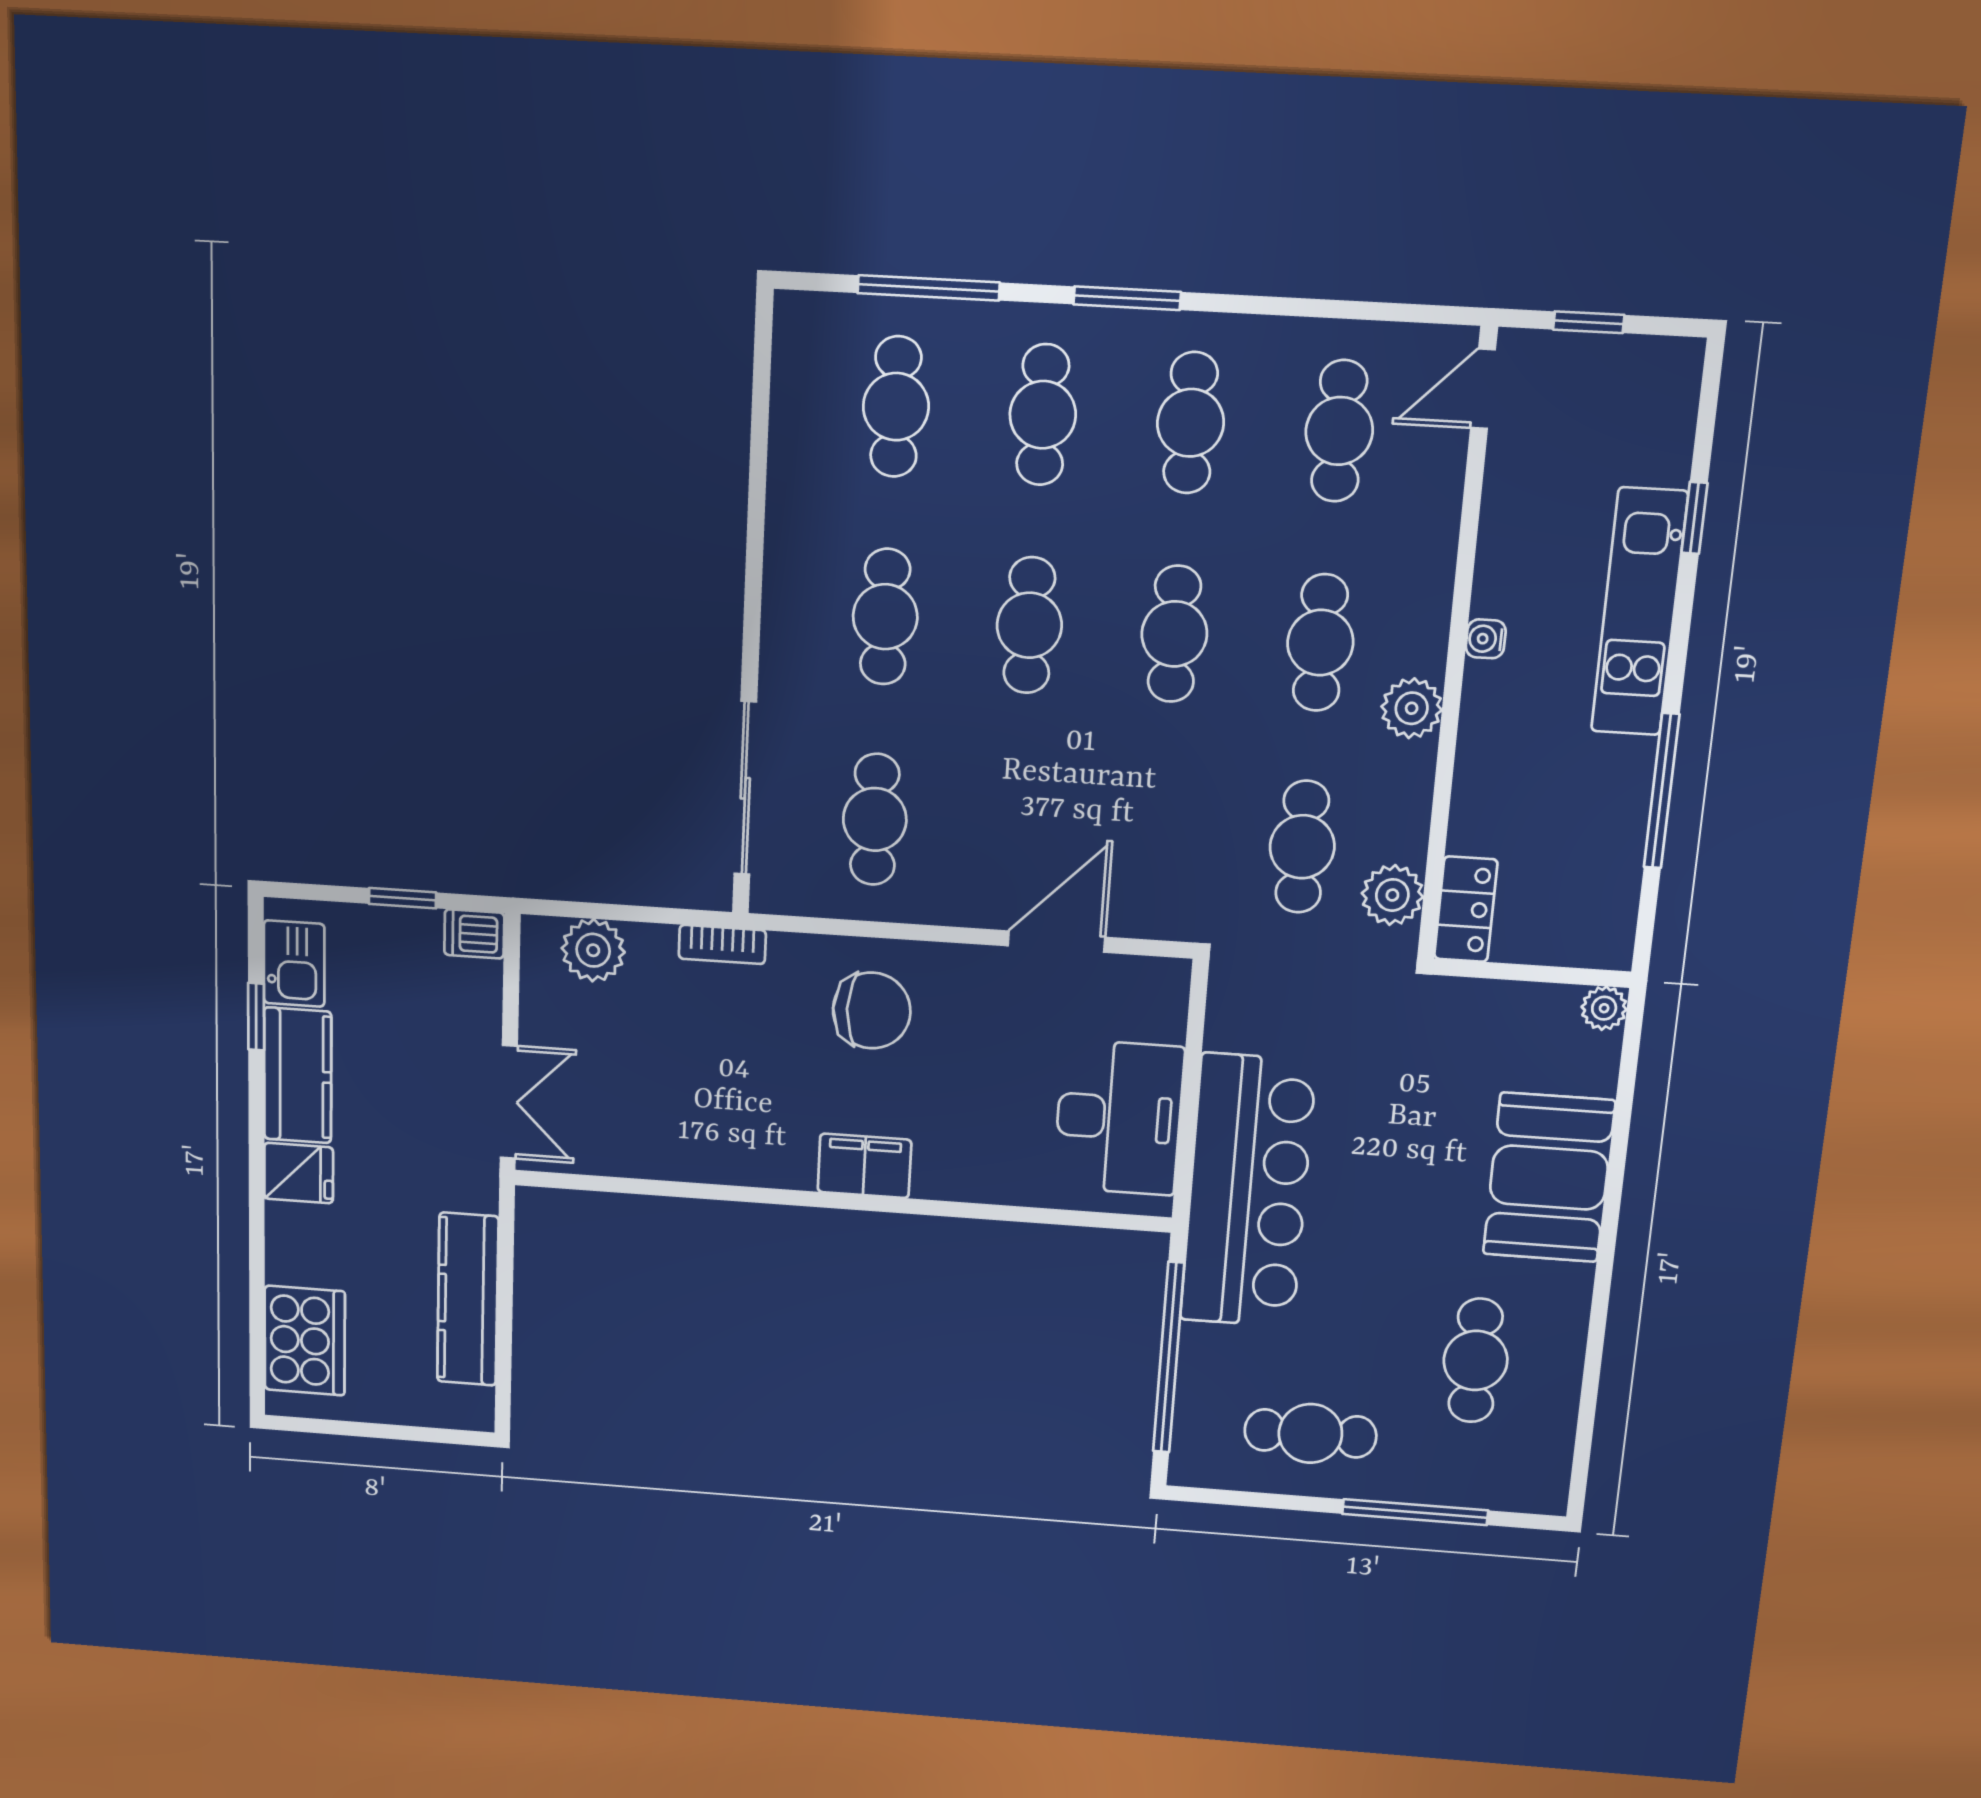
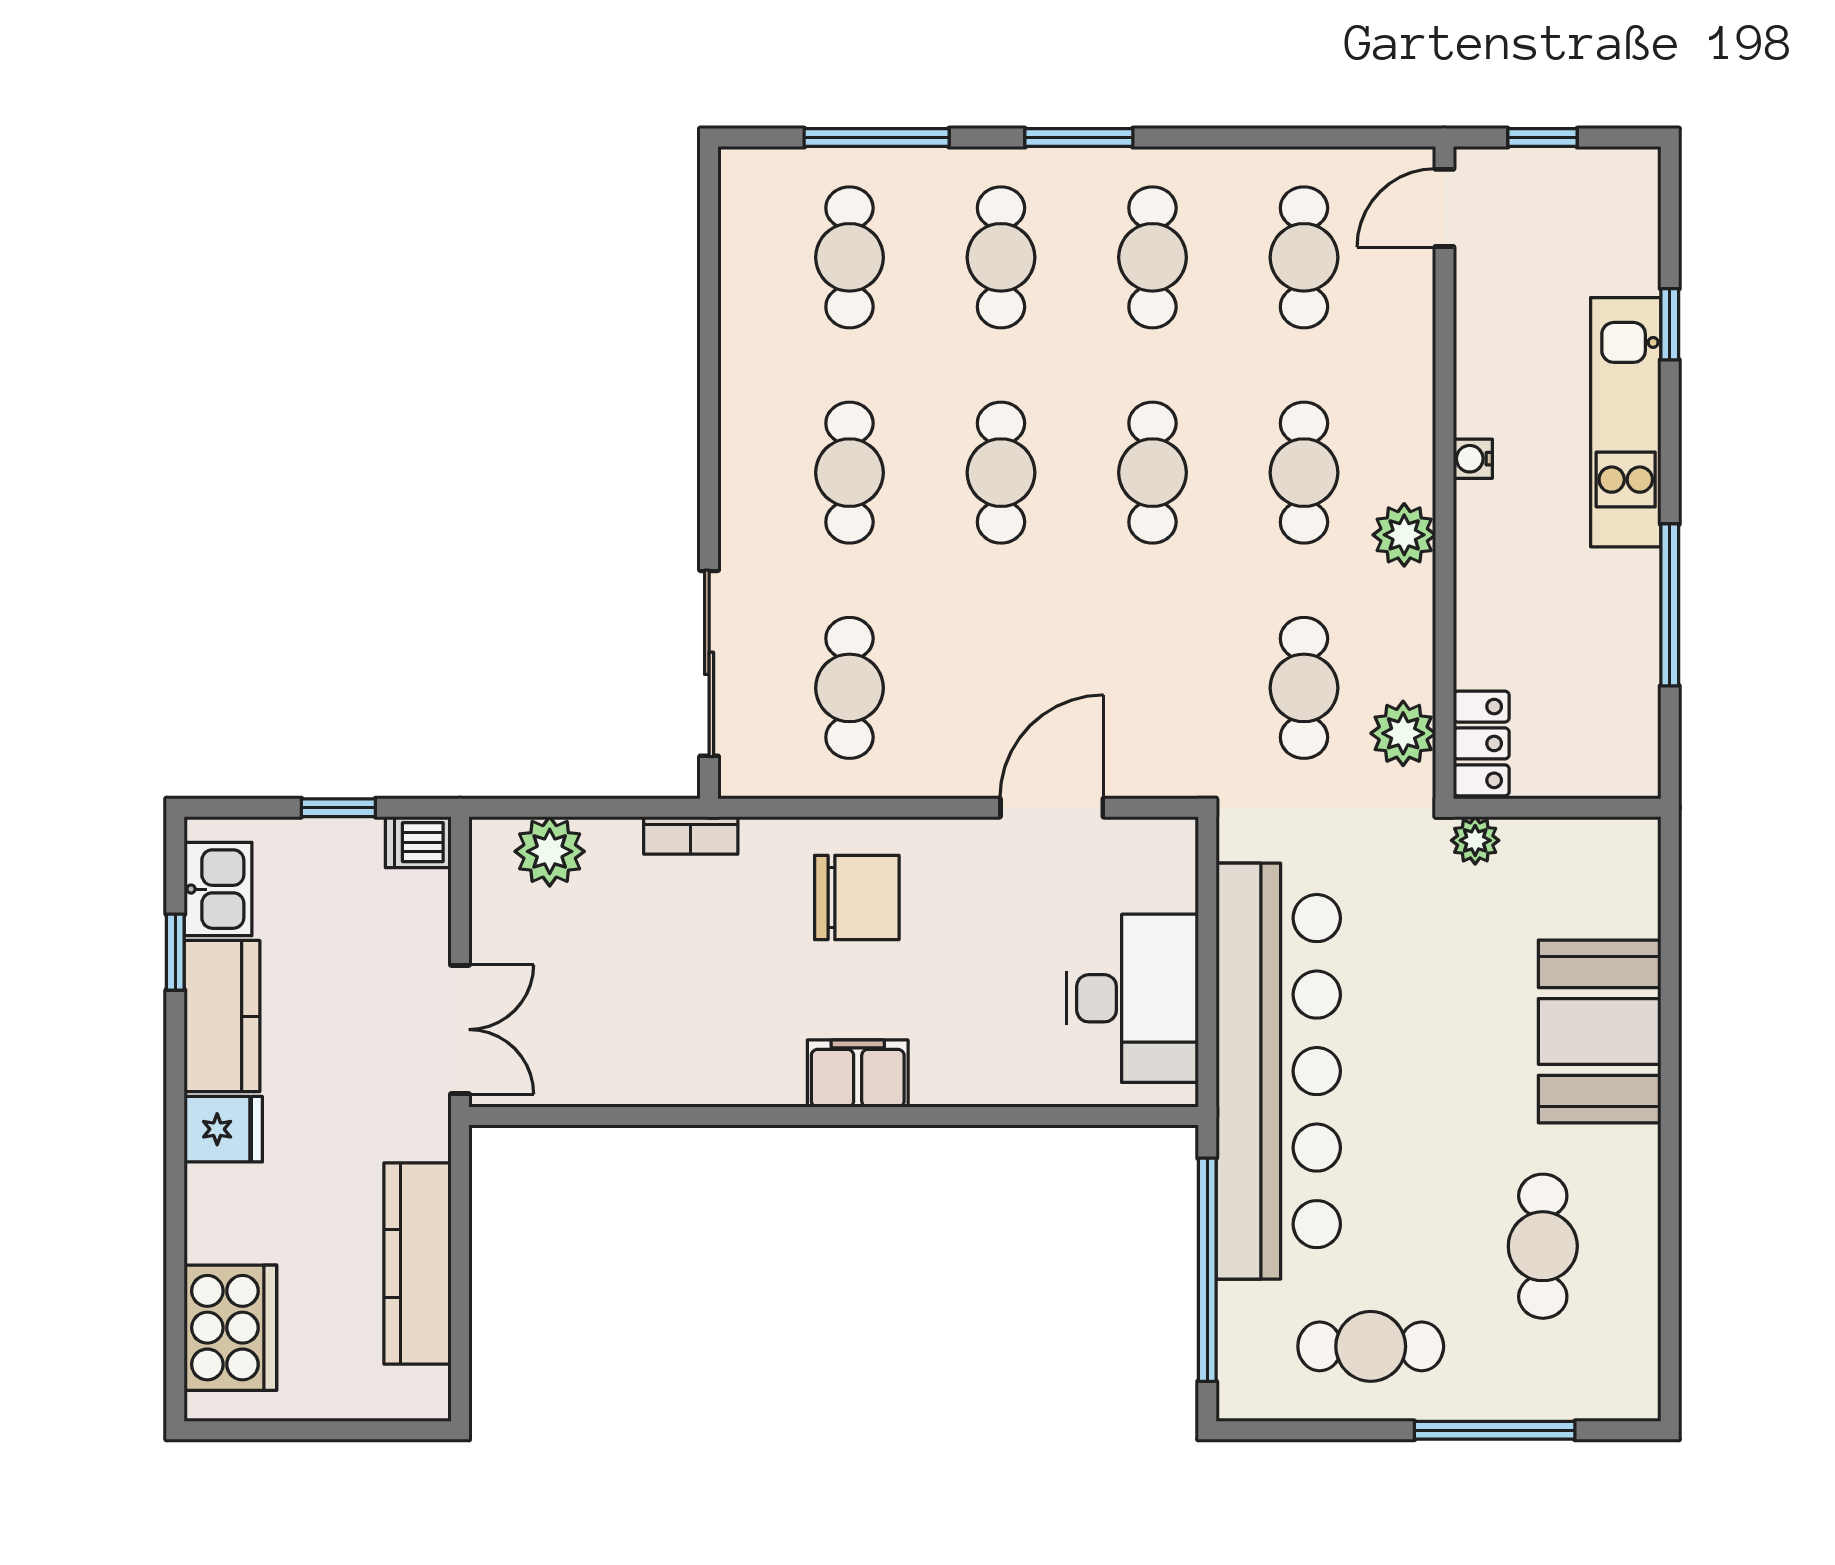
plant: (1604, 1008) -> (1475, 840), moved
bar counter: (1248, 1191) -> (1278, 1071), width x1.36

